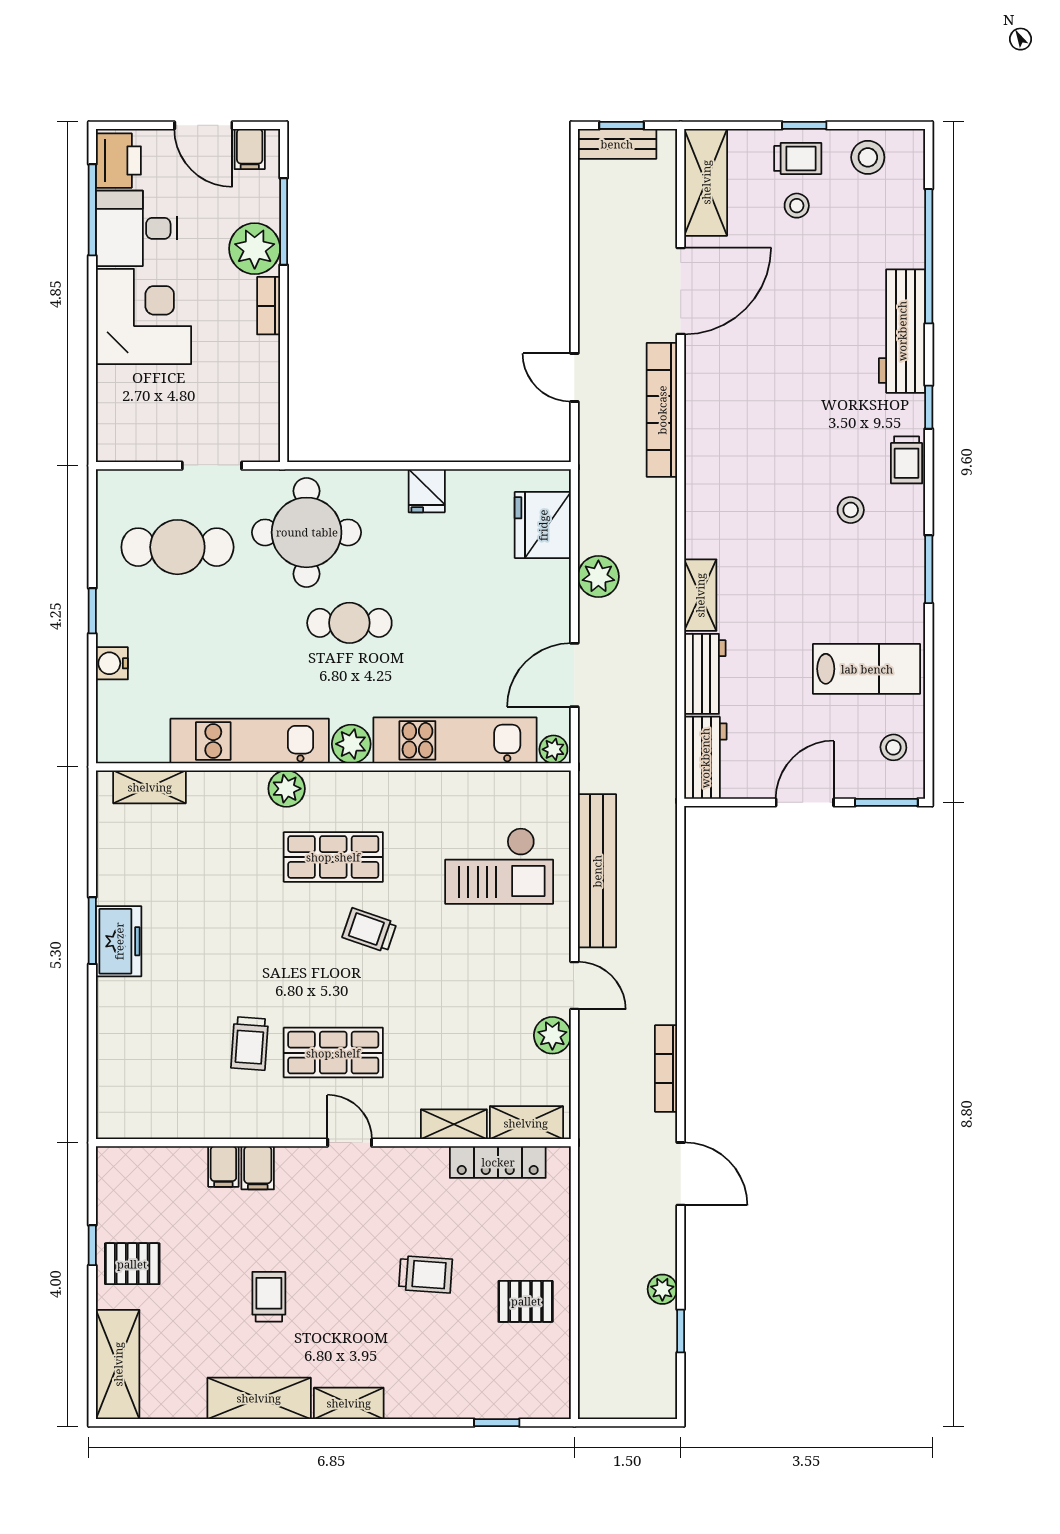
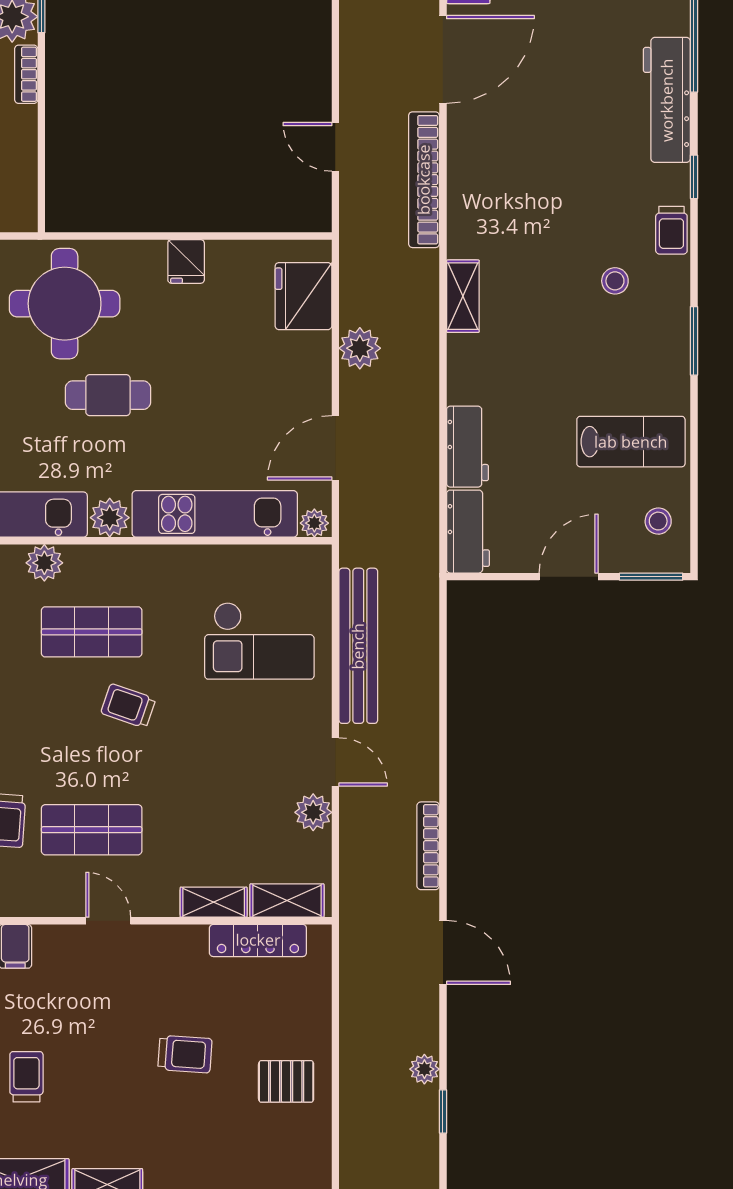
shelving: (700, 595) -> (463, 296), moved

